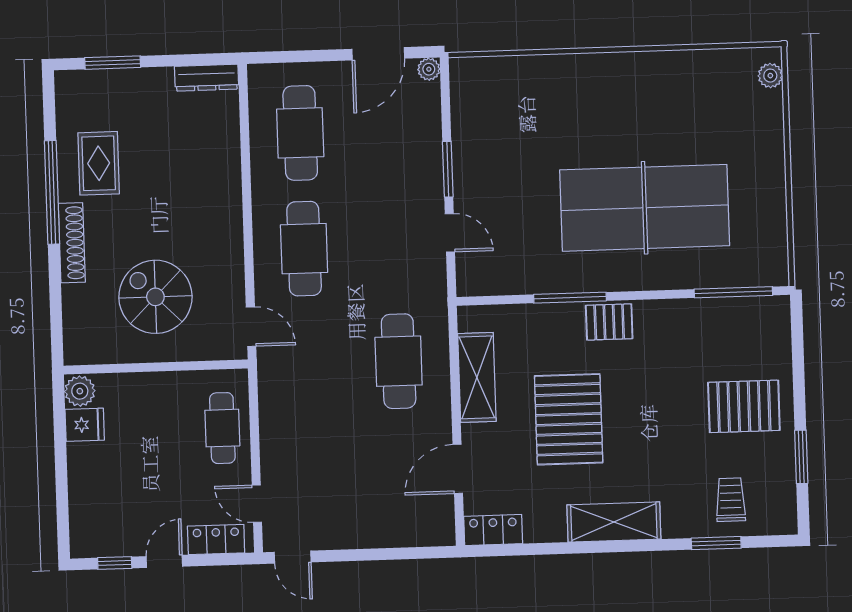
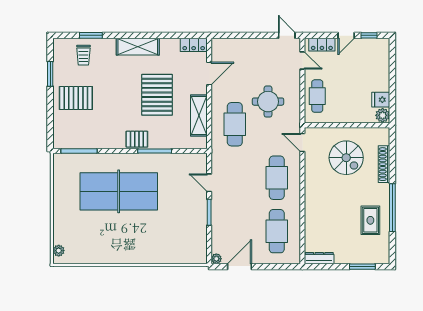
shoe rack: (72, 243) -> (384, 164), moved
round table: (328, 413) -> (268, 102), added

